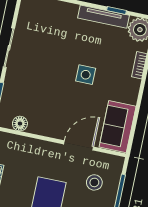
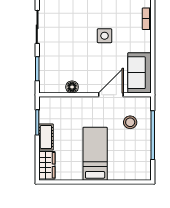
floor lamp: (20, 124) -> (72, 87), moved

